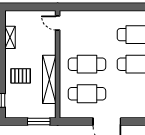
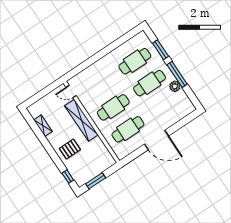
shelving: (49, 79) -> (81, 120), moved
window: (39, 122) -> (96, 181), moved

